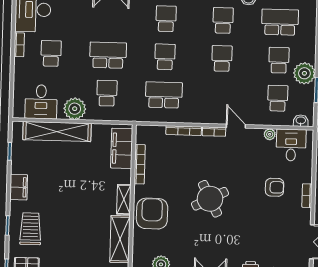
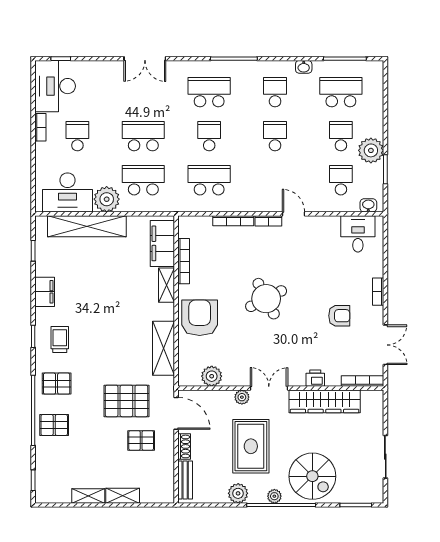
school desk: (166, 19) -> (209, 92), width x1.85
school desk: (107, 93) -> (143, 180), width x1.85
desk: (41, 102) -> (67, 192), width x1.37
plant: (270, 134) -> (333, 222), removed
armchair: (275, 187) -> (339, 316), moved
shelving: (124, 199) -> (167, 285), moved
trolley: (31, 229) -> (60, 339), width x0.73, depth x0.72

